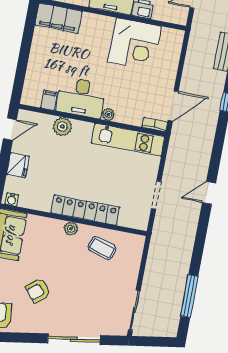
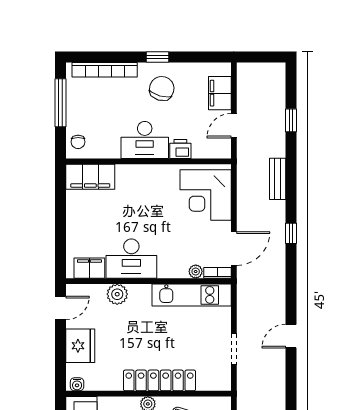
corner desk: (134, 44) -> (206, 195), moved, turned 90
filing cabinet: (49, 100) -> (89, 268), width x2.00
plant: (108, 115) -> (196, 272), moved
fridge: (18, 165) -> (80, 346), width x1.36, depth x1.34

